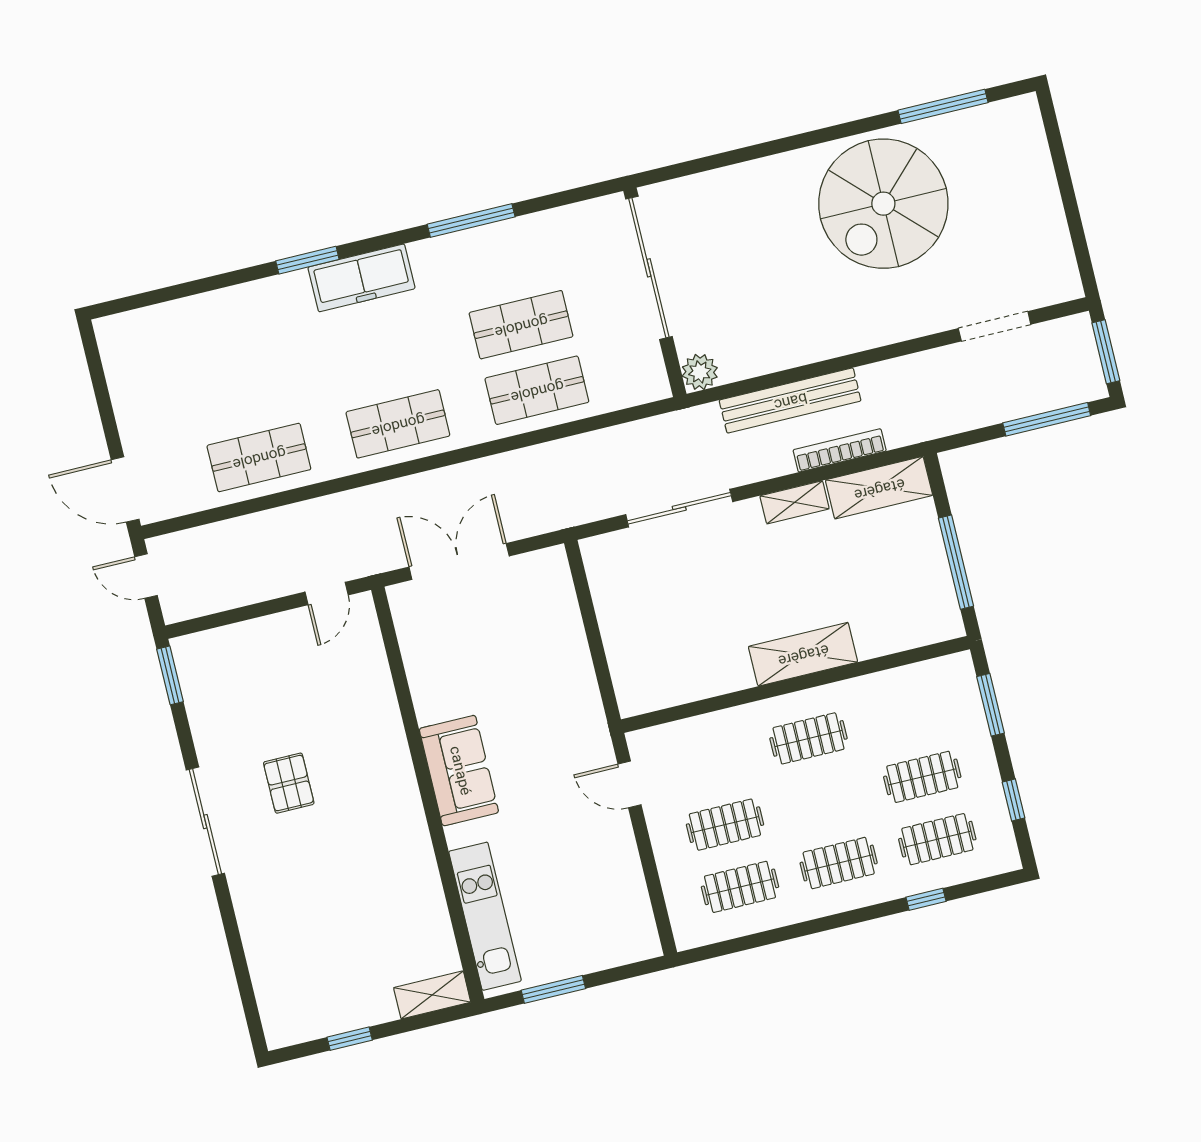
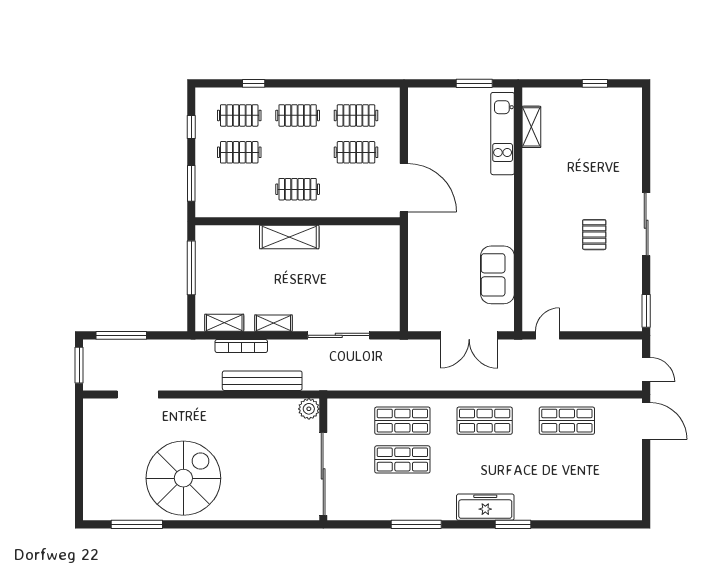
shelving: (879, 488) -> (224, 323), width x0.67, depth x0.75
sofa: (459, 771) -> (497, 275), moved
door: (630, 784) -> (404, 188), width x1.87
shelving: (432, 995) -> (531, 127), moved, turned 90

